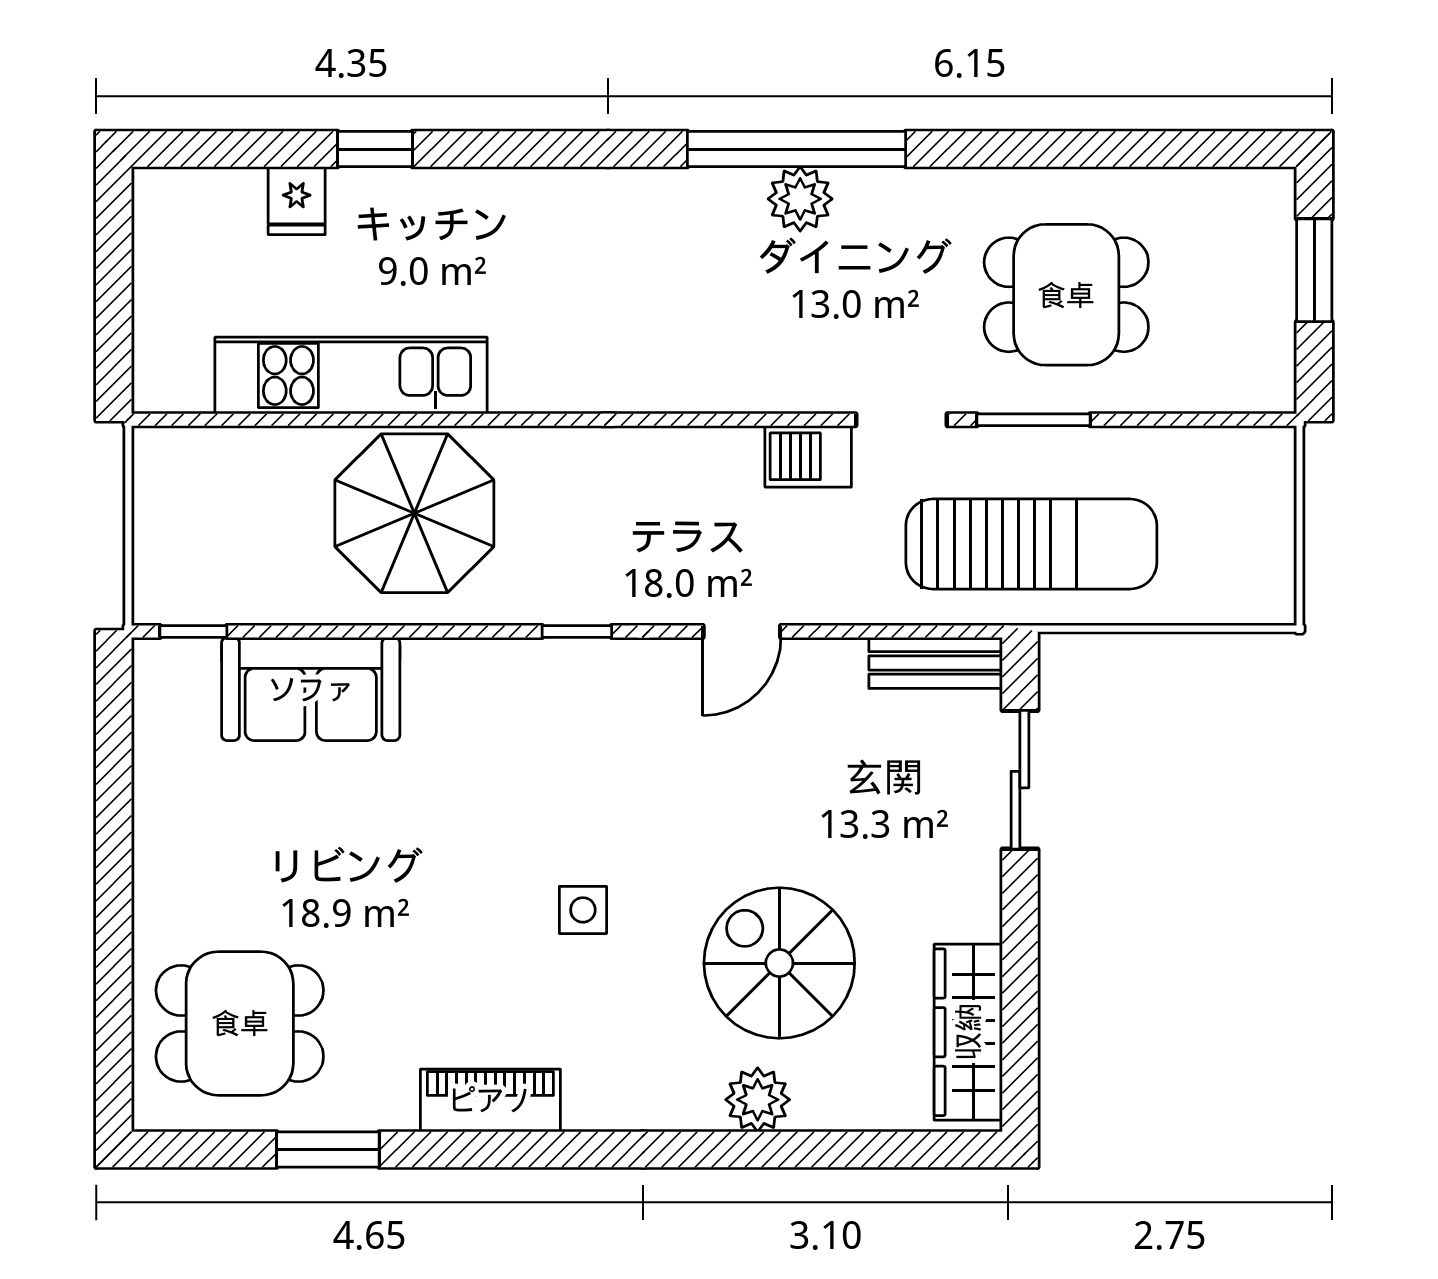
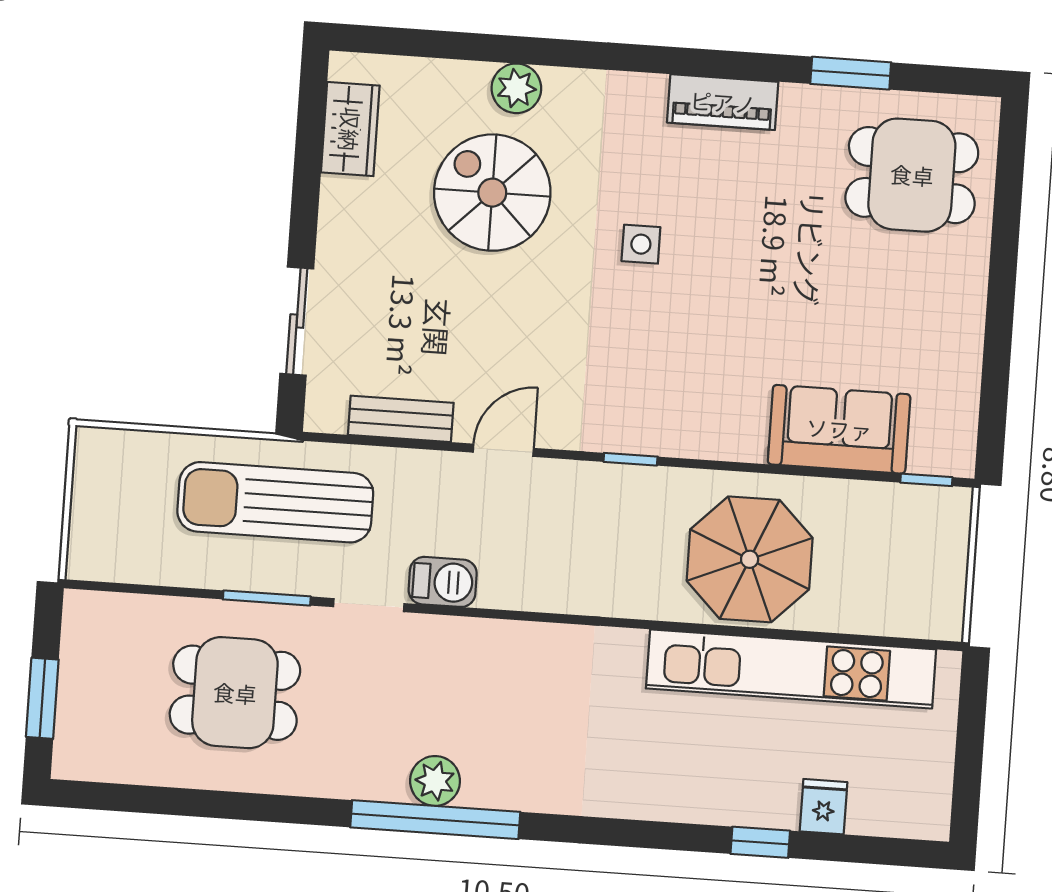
kitchen unit: (351, 376) -> (791, 669), width x1.36
bench: (936, 663) -> (401, 419), moved
spiral stairs: (779, 963) -> (492, 193), turned 180
wardrobe: (968, 1032) -> (350, 129), width x0.67

